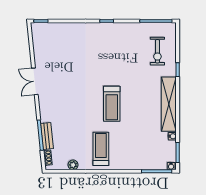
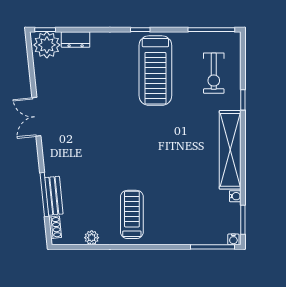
dresser: (62, 28) -> (76, 40), added
plant: (42, 32) -> (47, 45), added
treadmill: (112, 104) -> (155, 71), moved, width x1.37, depth x1.38

